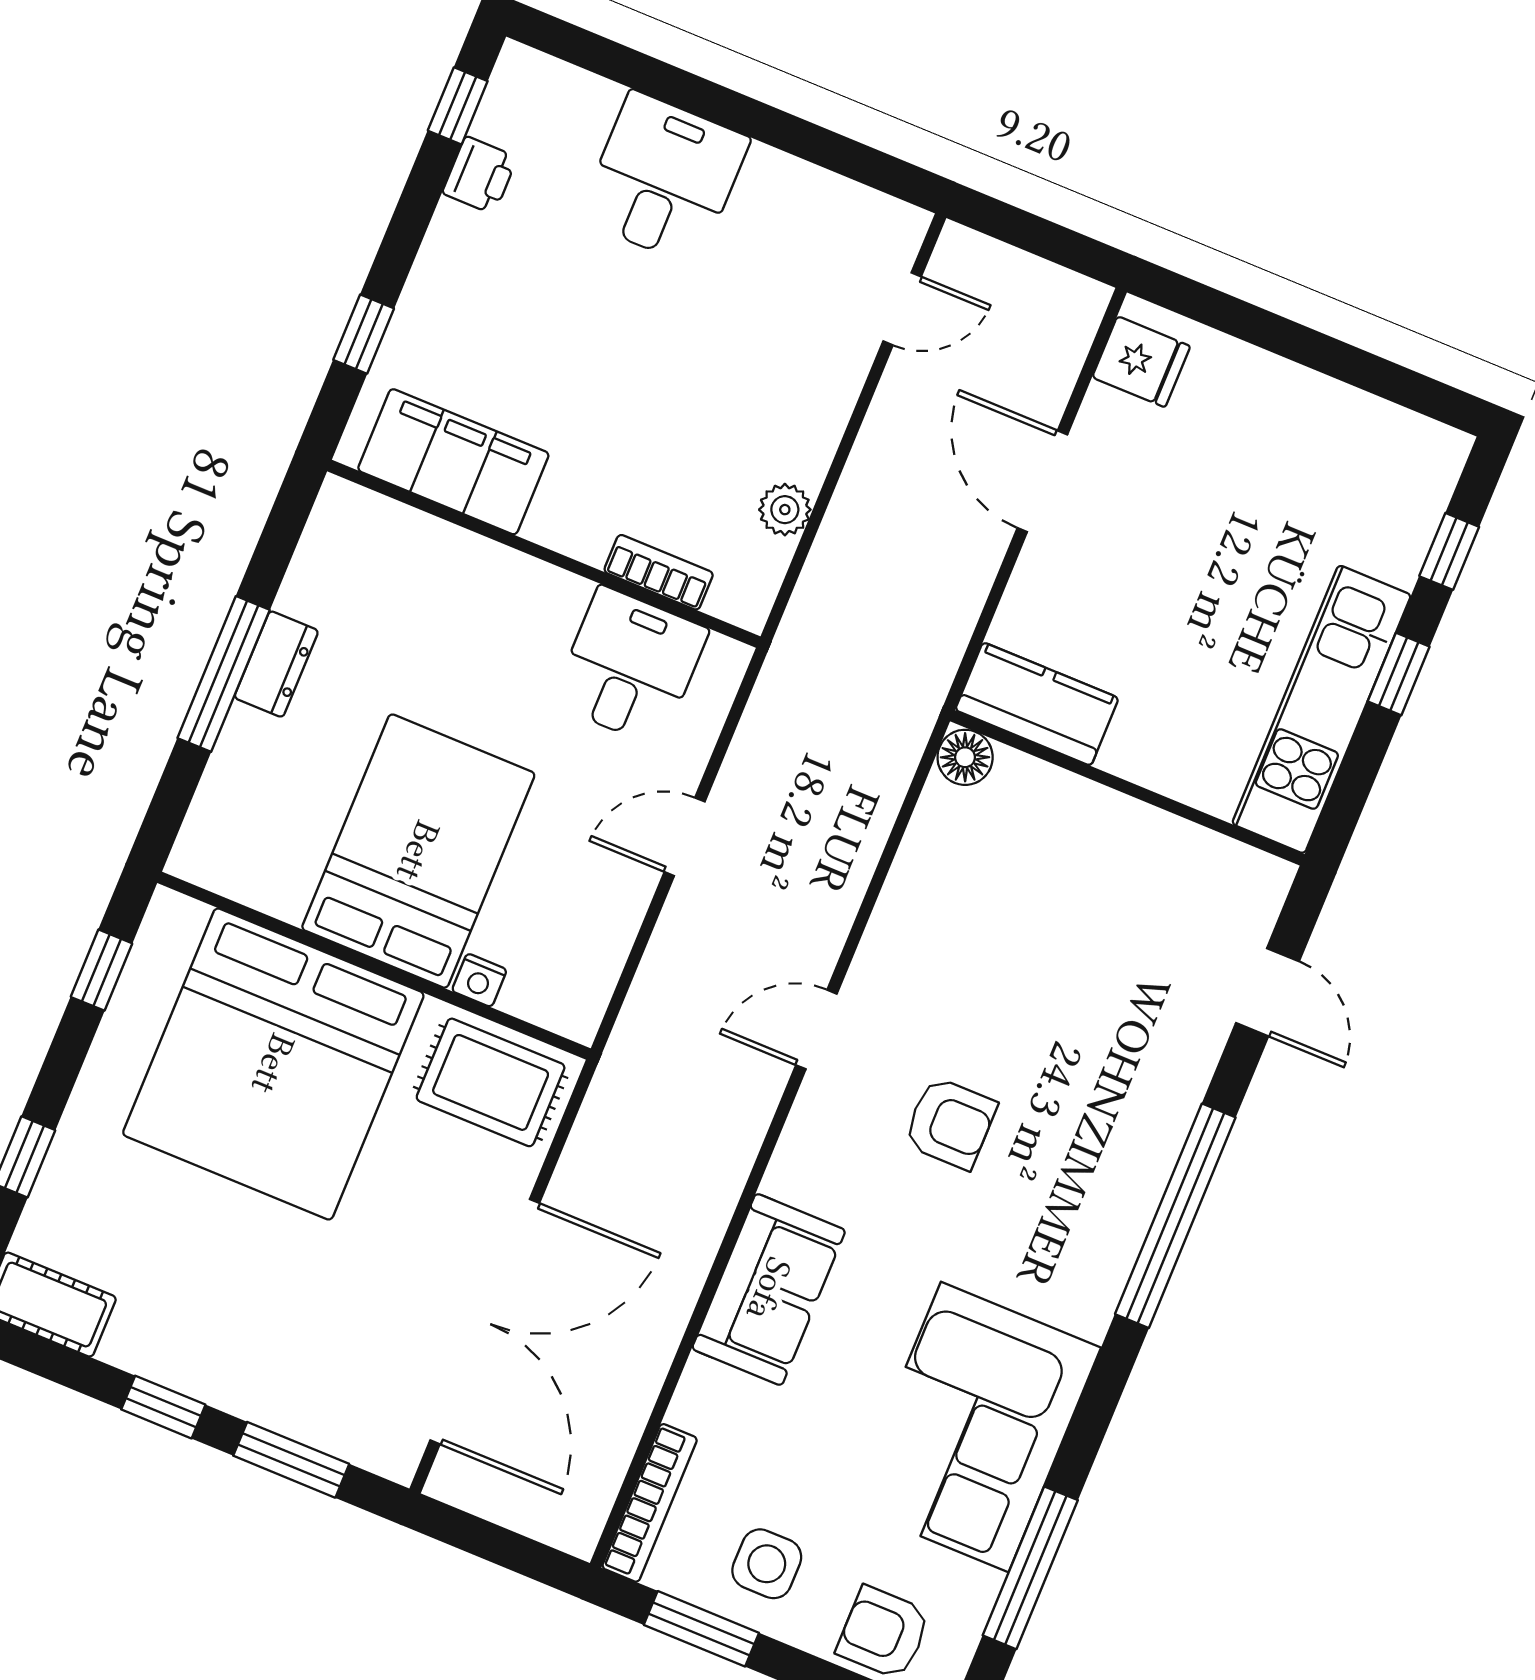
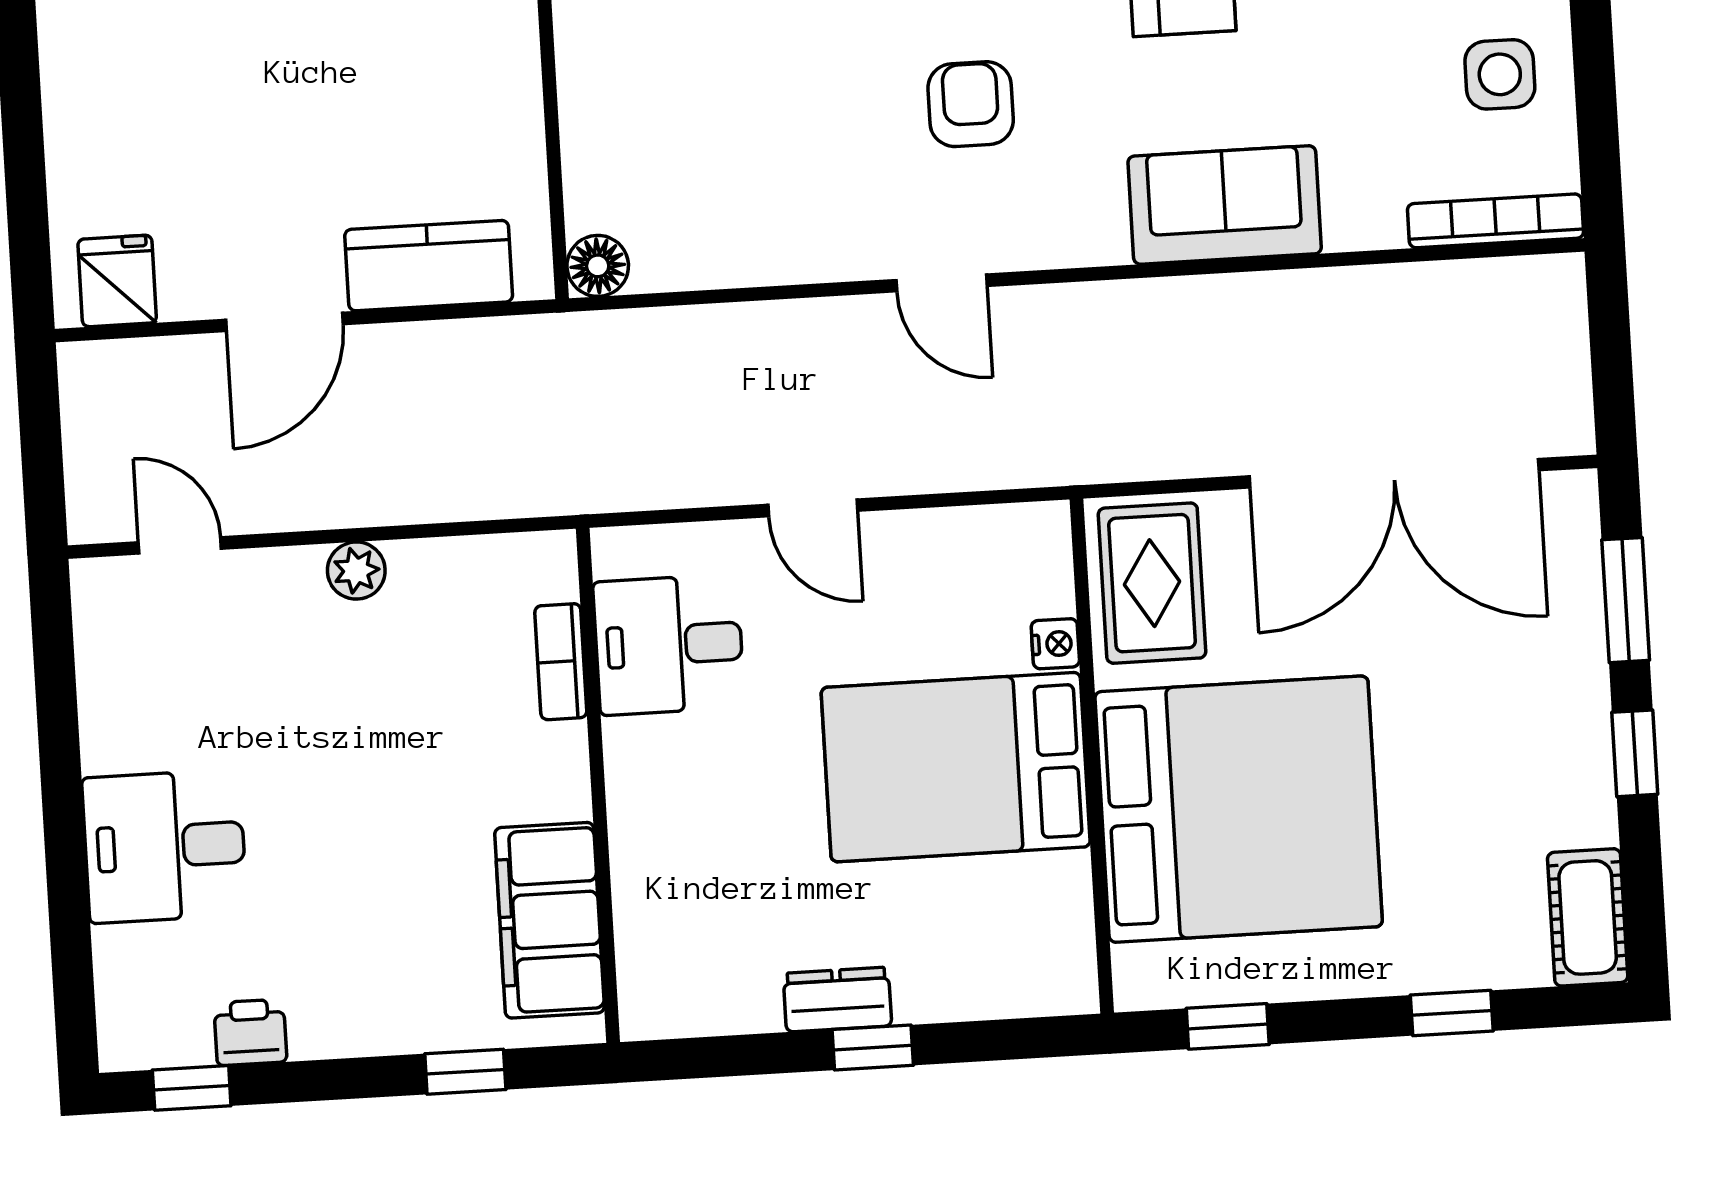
plant: (785, 510) -> (356, 571), moved
window: (224, 674) -> (873, 1047), width x0.46
kitchen counter: (1037, 704) -> (429, 266), moved, turned 90
double door: (485, 1322) -> (1394, 473), swing flipped
window: (701, 1629) -> (1596, 108), removed

